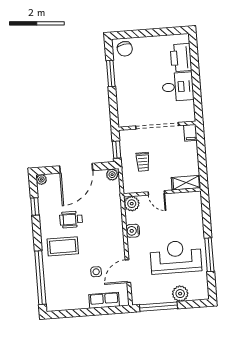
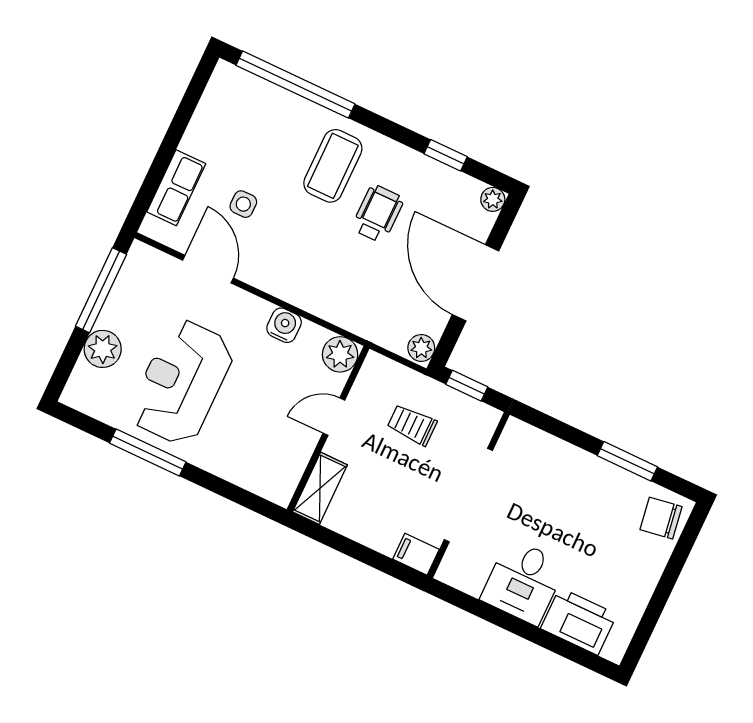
reception desk: (176, 257) -> (182, 382), turned 180

